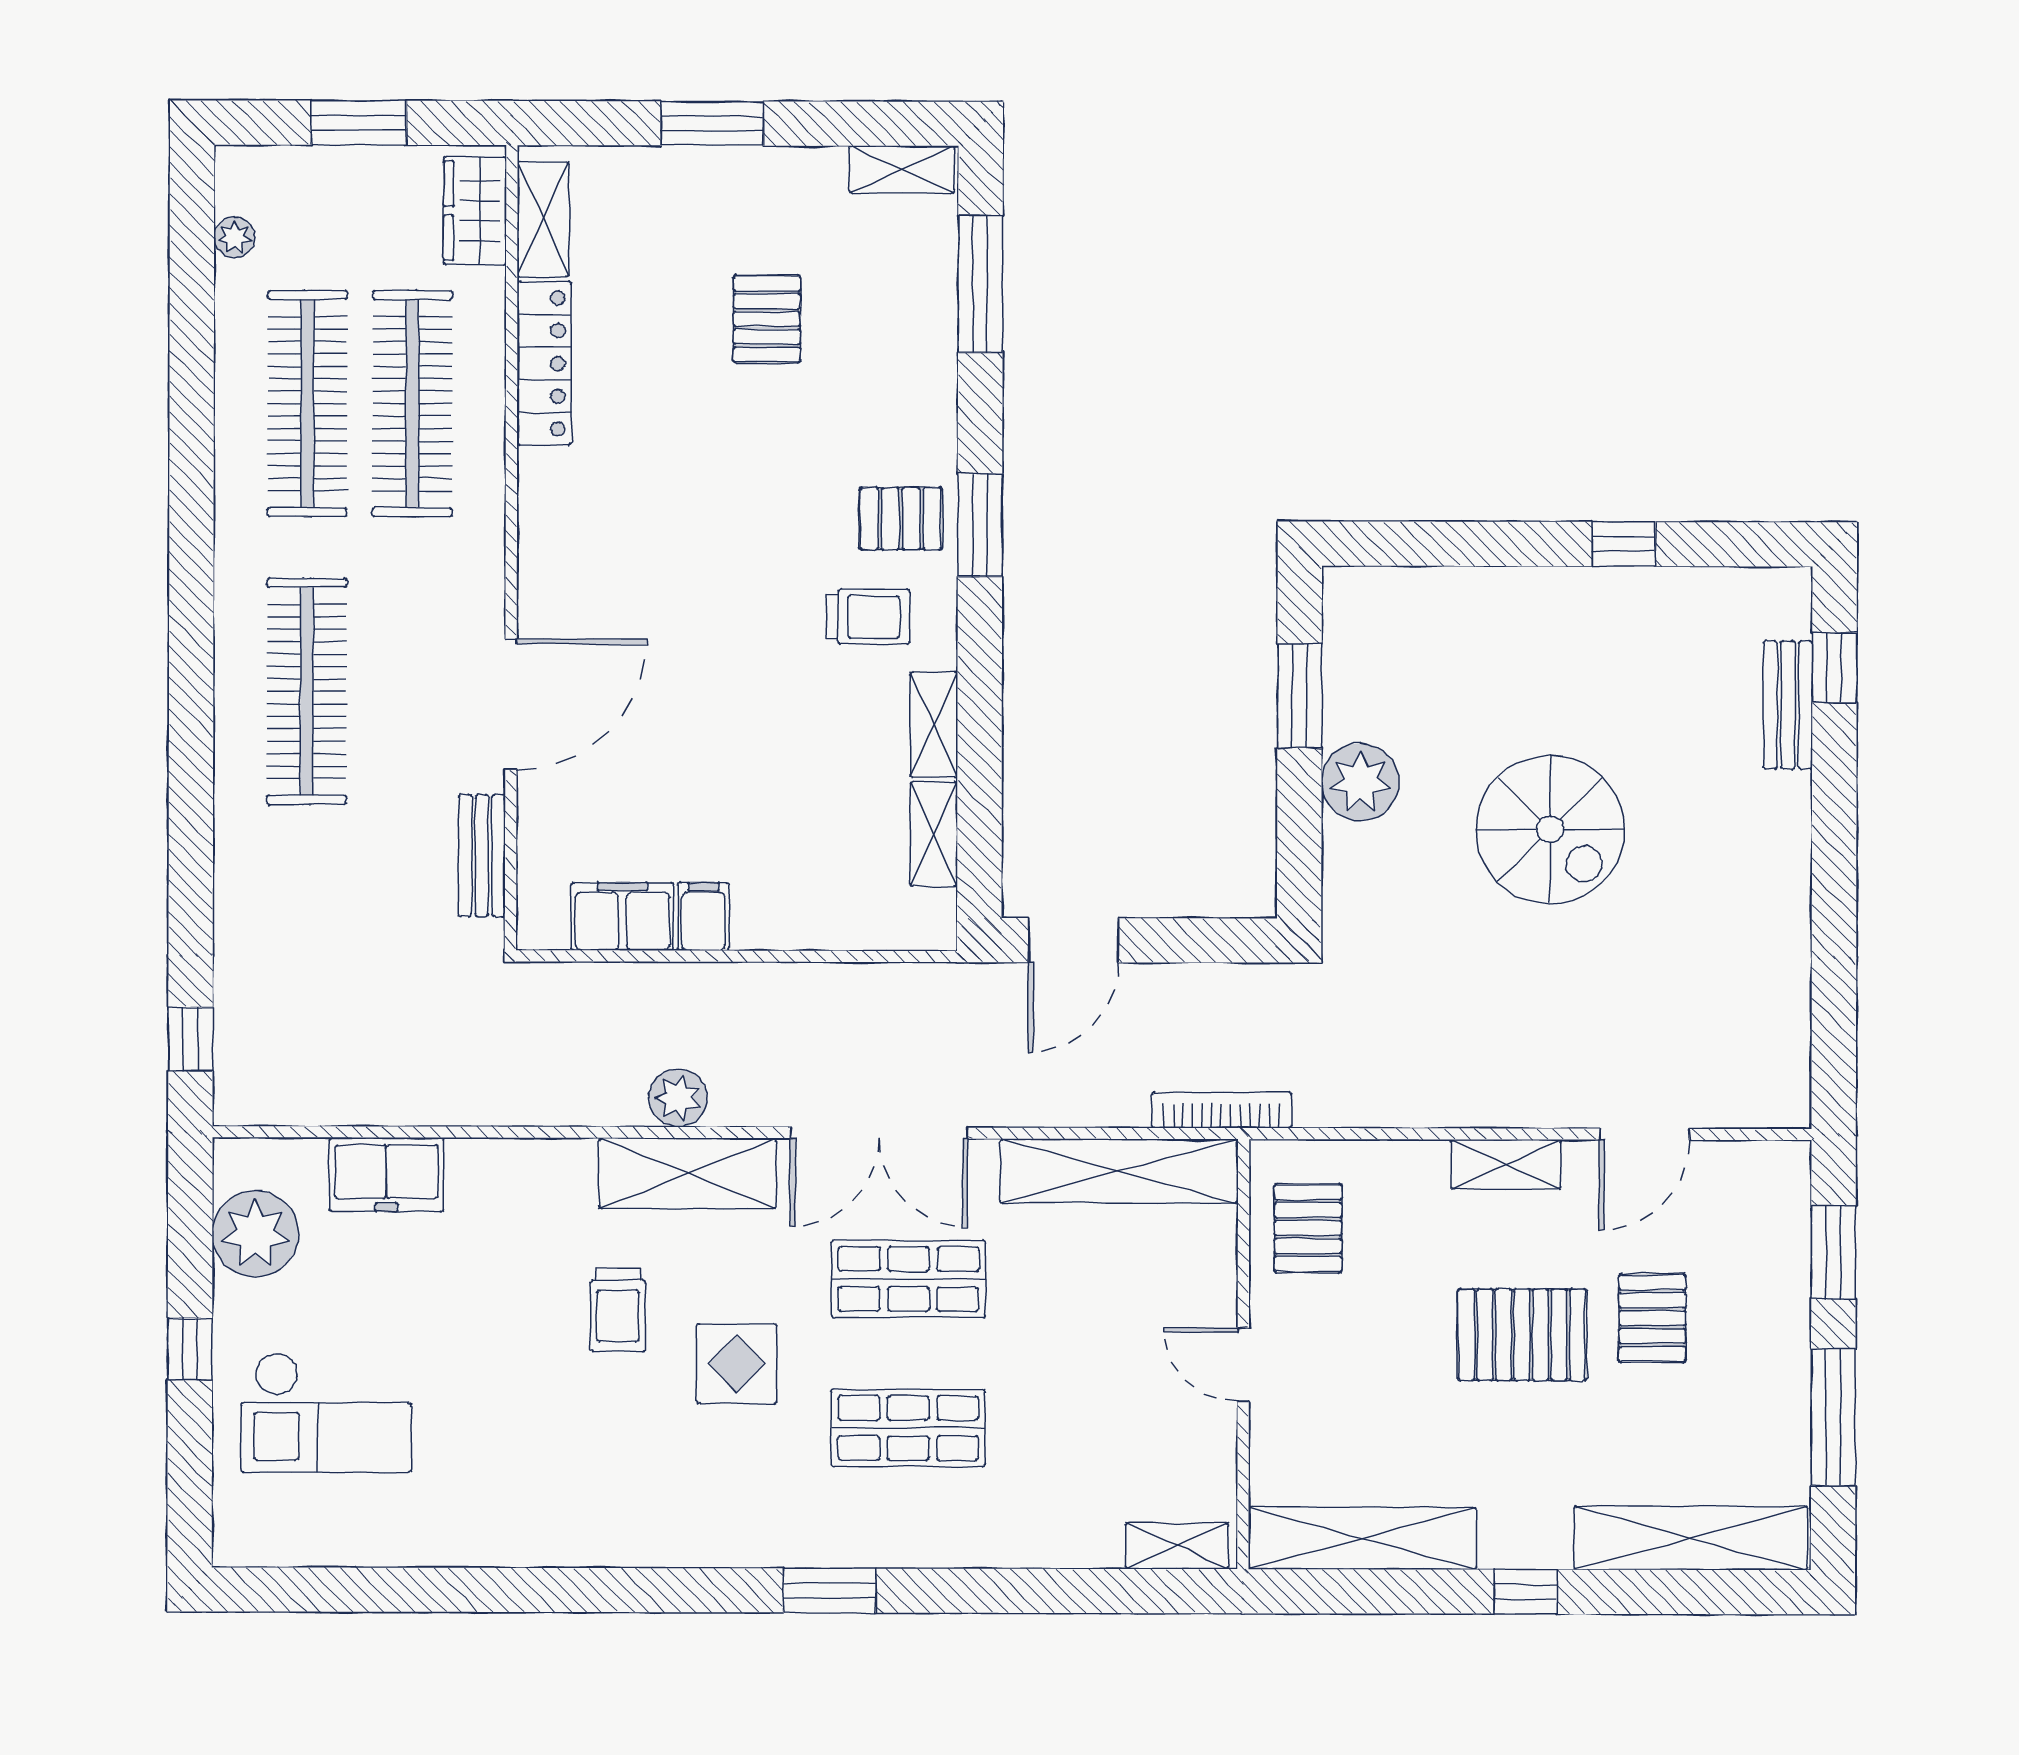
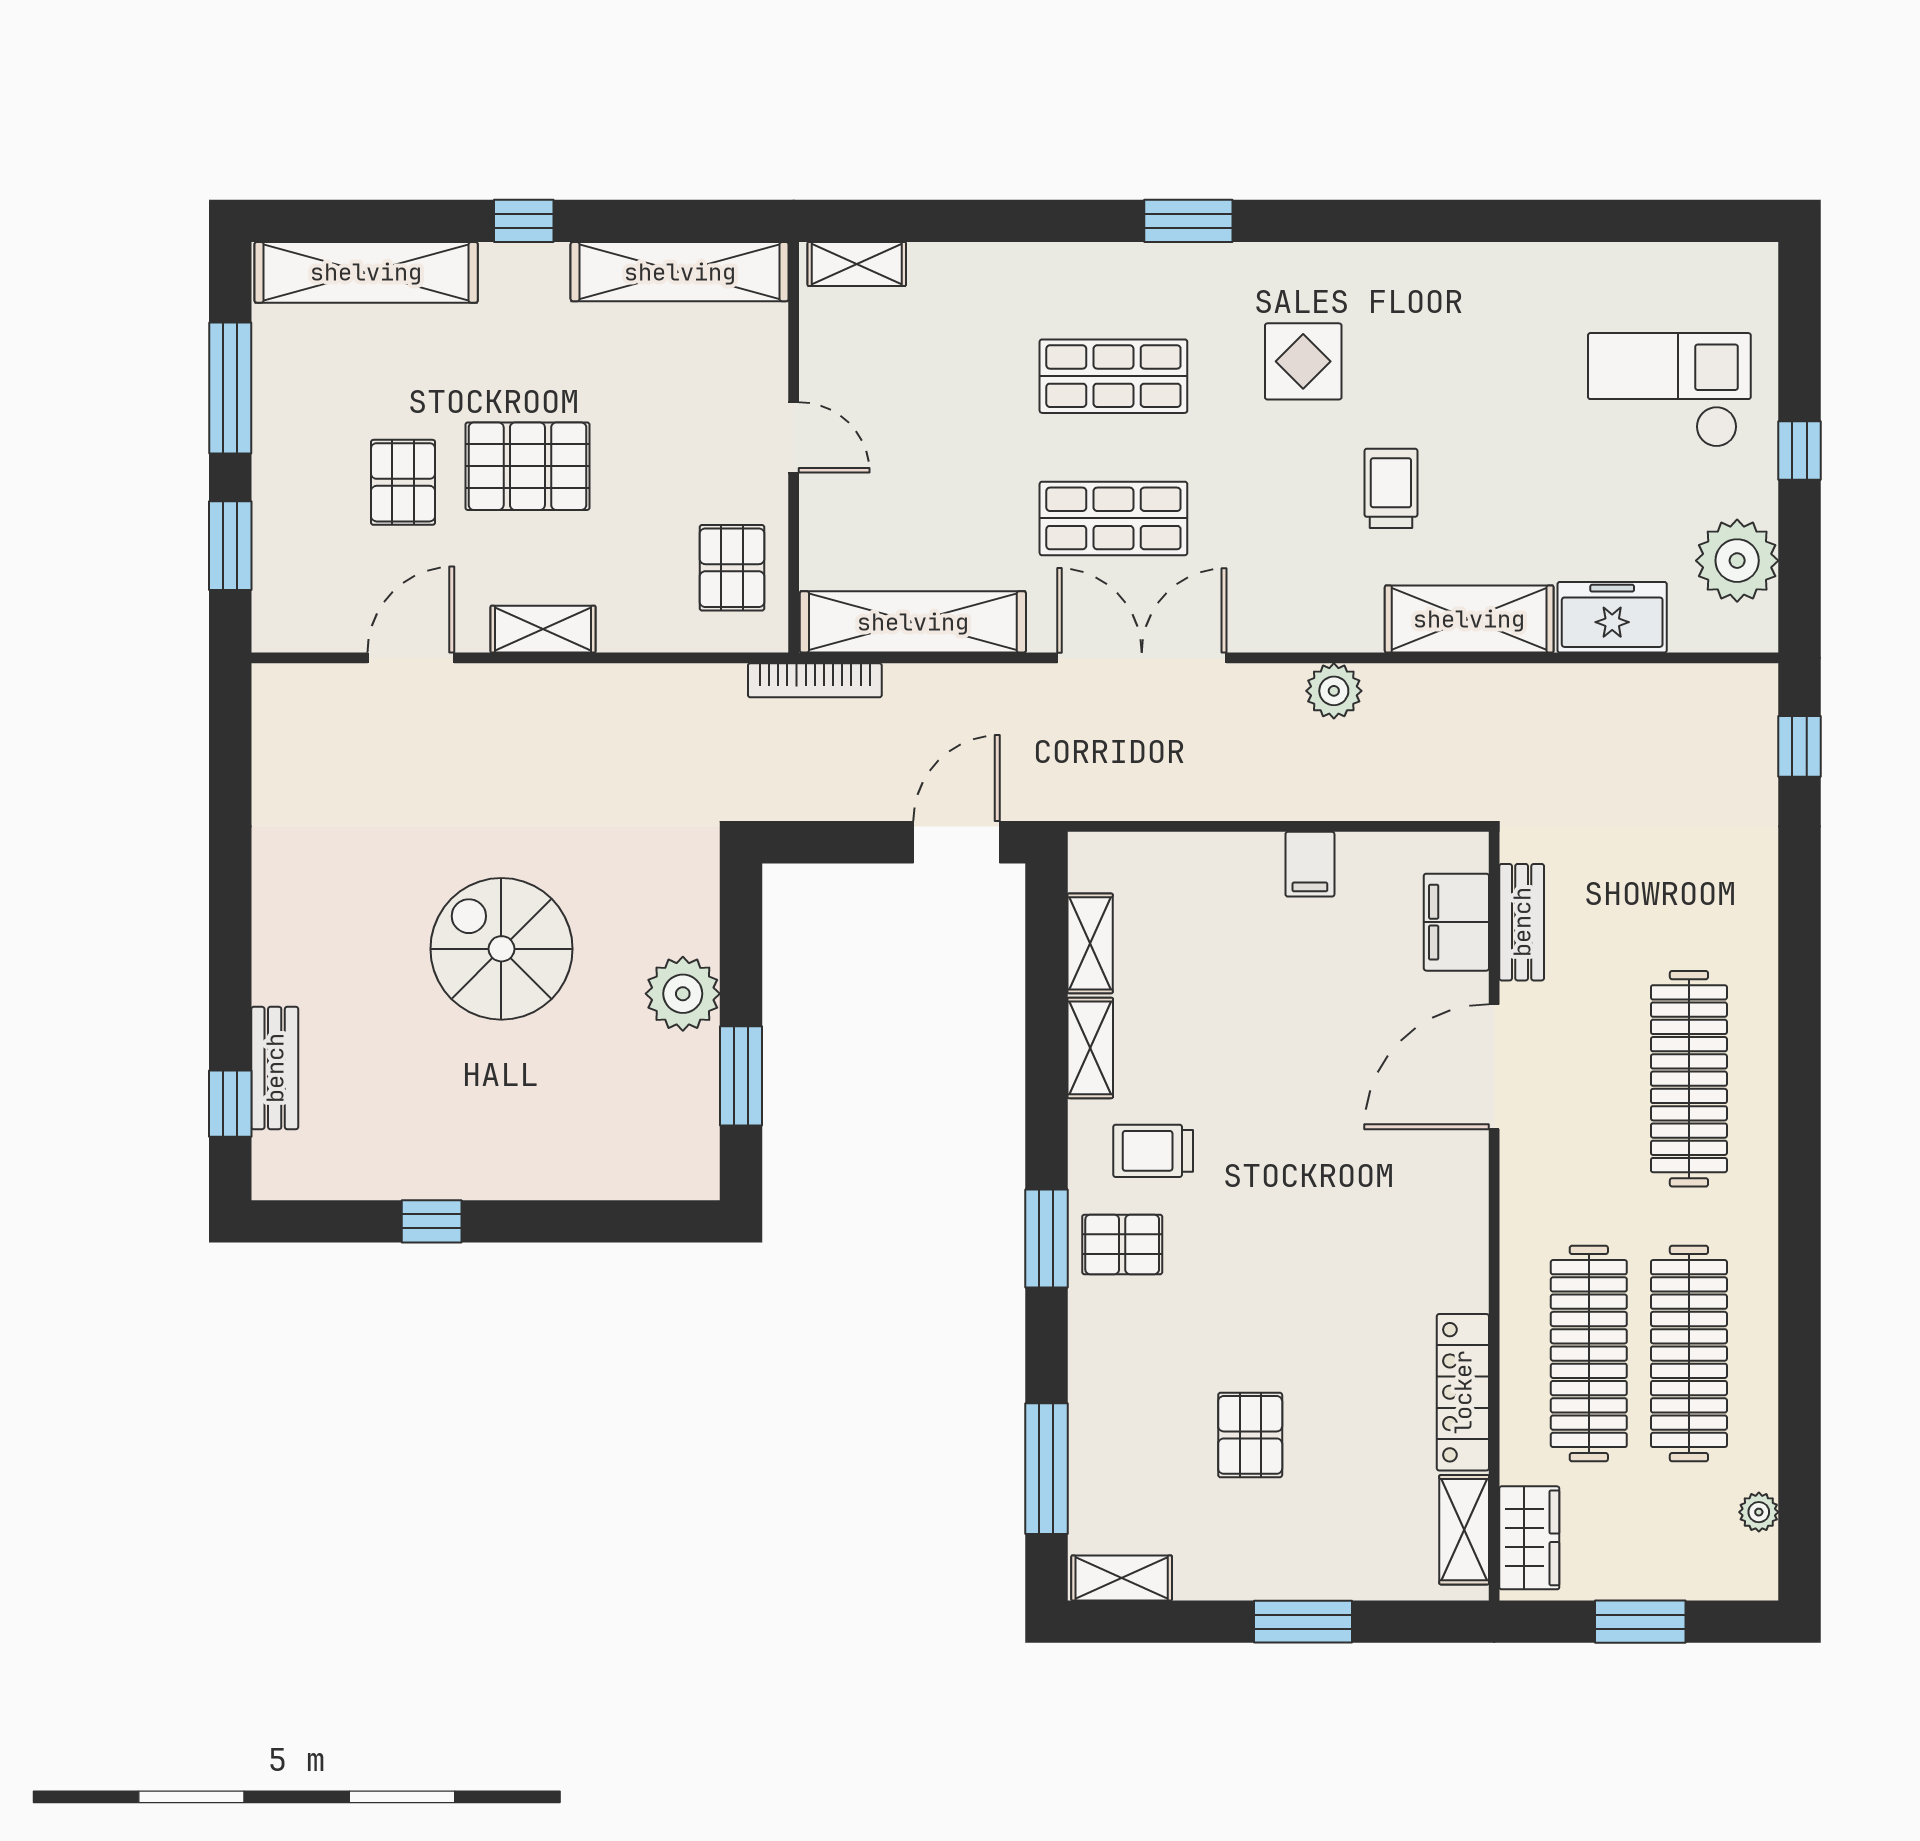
filing cabinet: (623, 917) -> (1456, 922), moved, turned 90
shelving: (688, 1173) -> (1469, 619), moved
display table: (737, 1364) -> (1303, 361), moved

